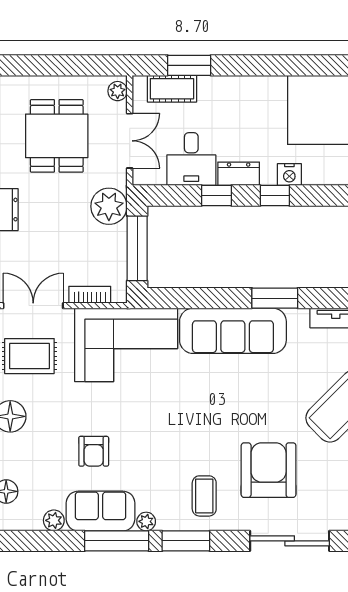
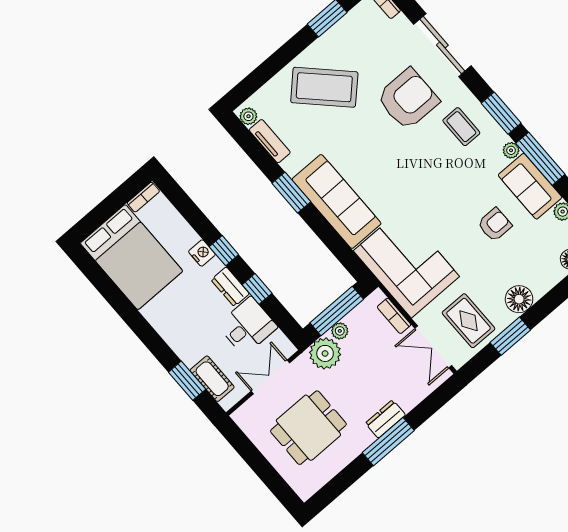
plant: (118, 91) -> (340, 331), moved
armchair: (269, 470) -> (408, 99), turned 180
coffee table: (204, 496) -> (461, 127), turned 90

